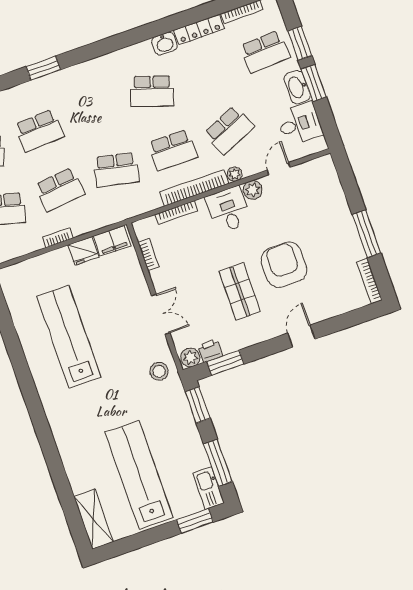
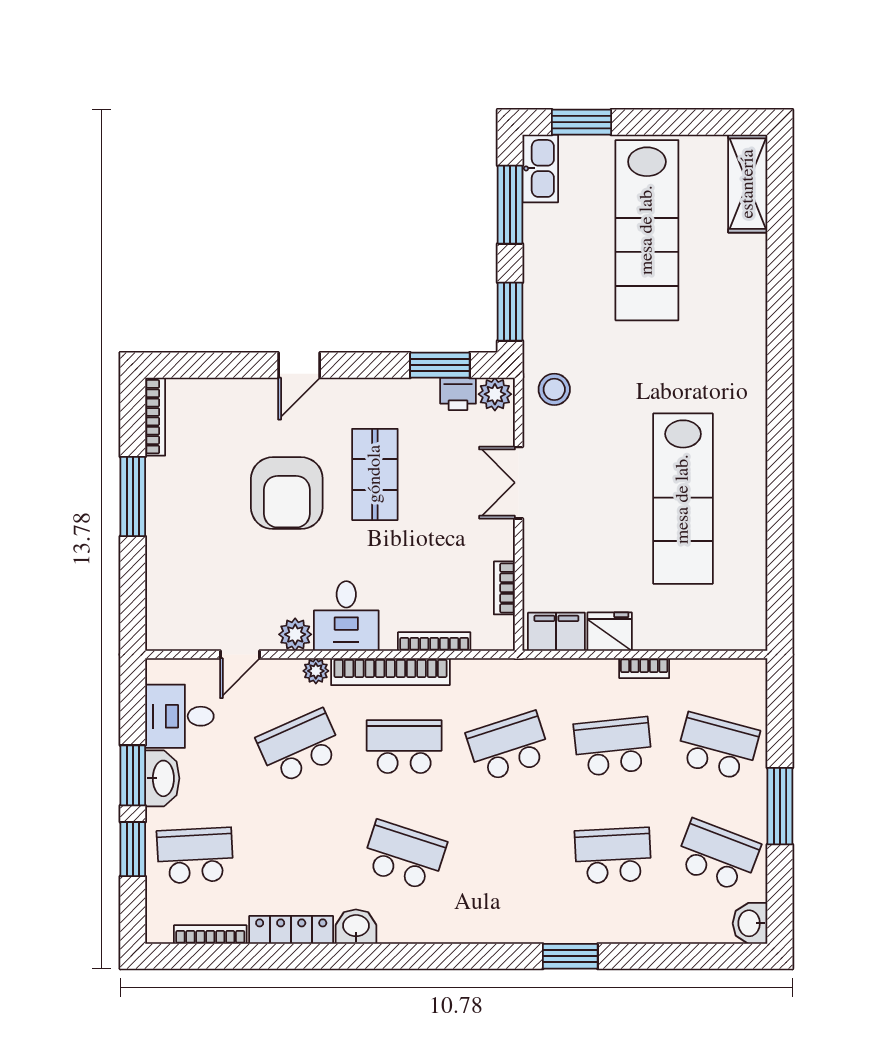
school desk: (116, 170) -> (509, 747), turned -30

